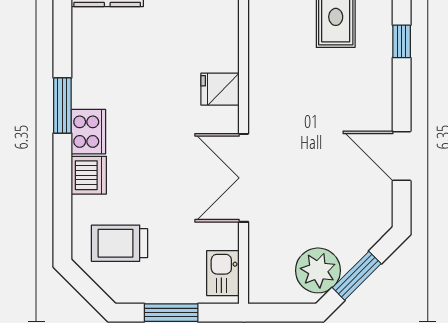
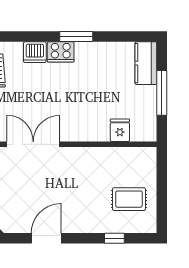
fridge: (220, 89) -> (120, 130), moved

